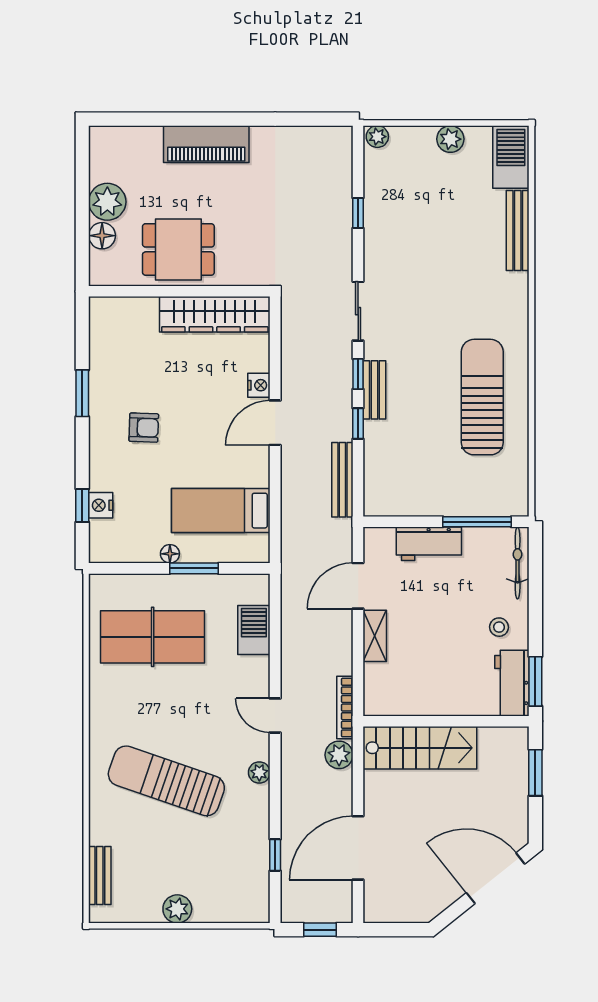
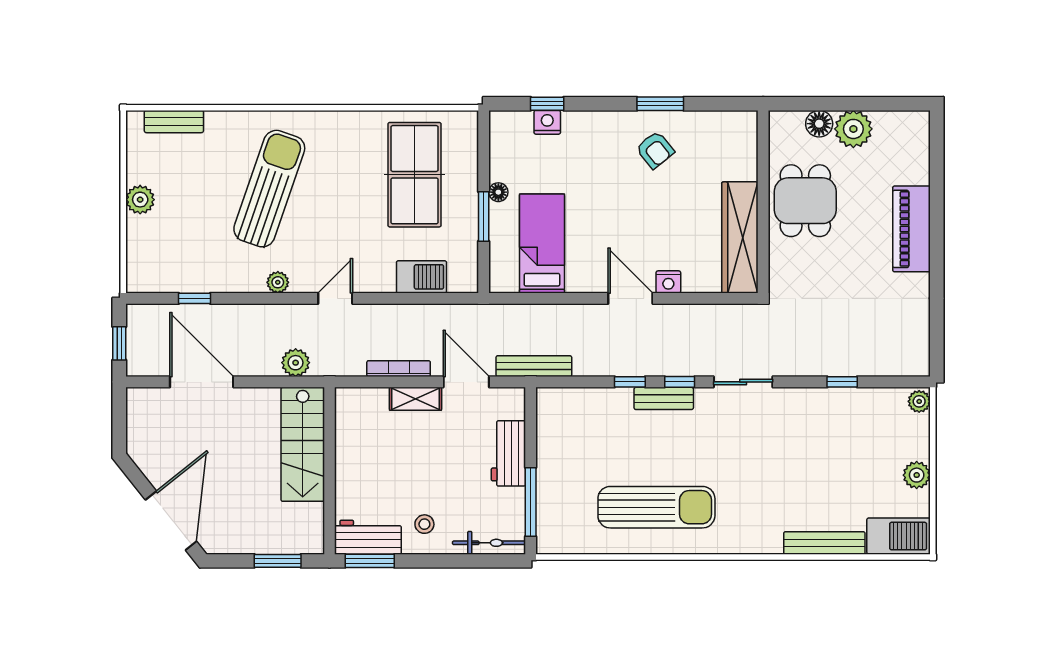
armchair: (144, 428) -> (655, 150), moved, turned -41
bench: (342, 480) -> (534, 366), moved
bookcase: (345, 708) -> (399, 369), moved

